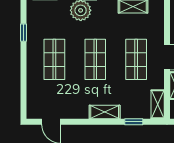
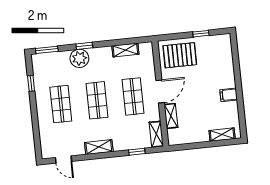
shelving: (105, 112) -> (99, 147), moved

